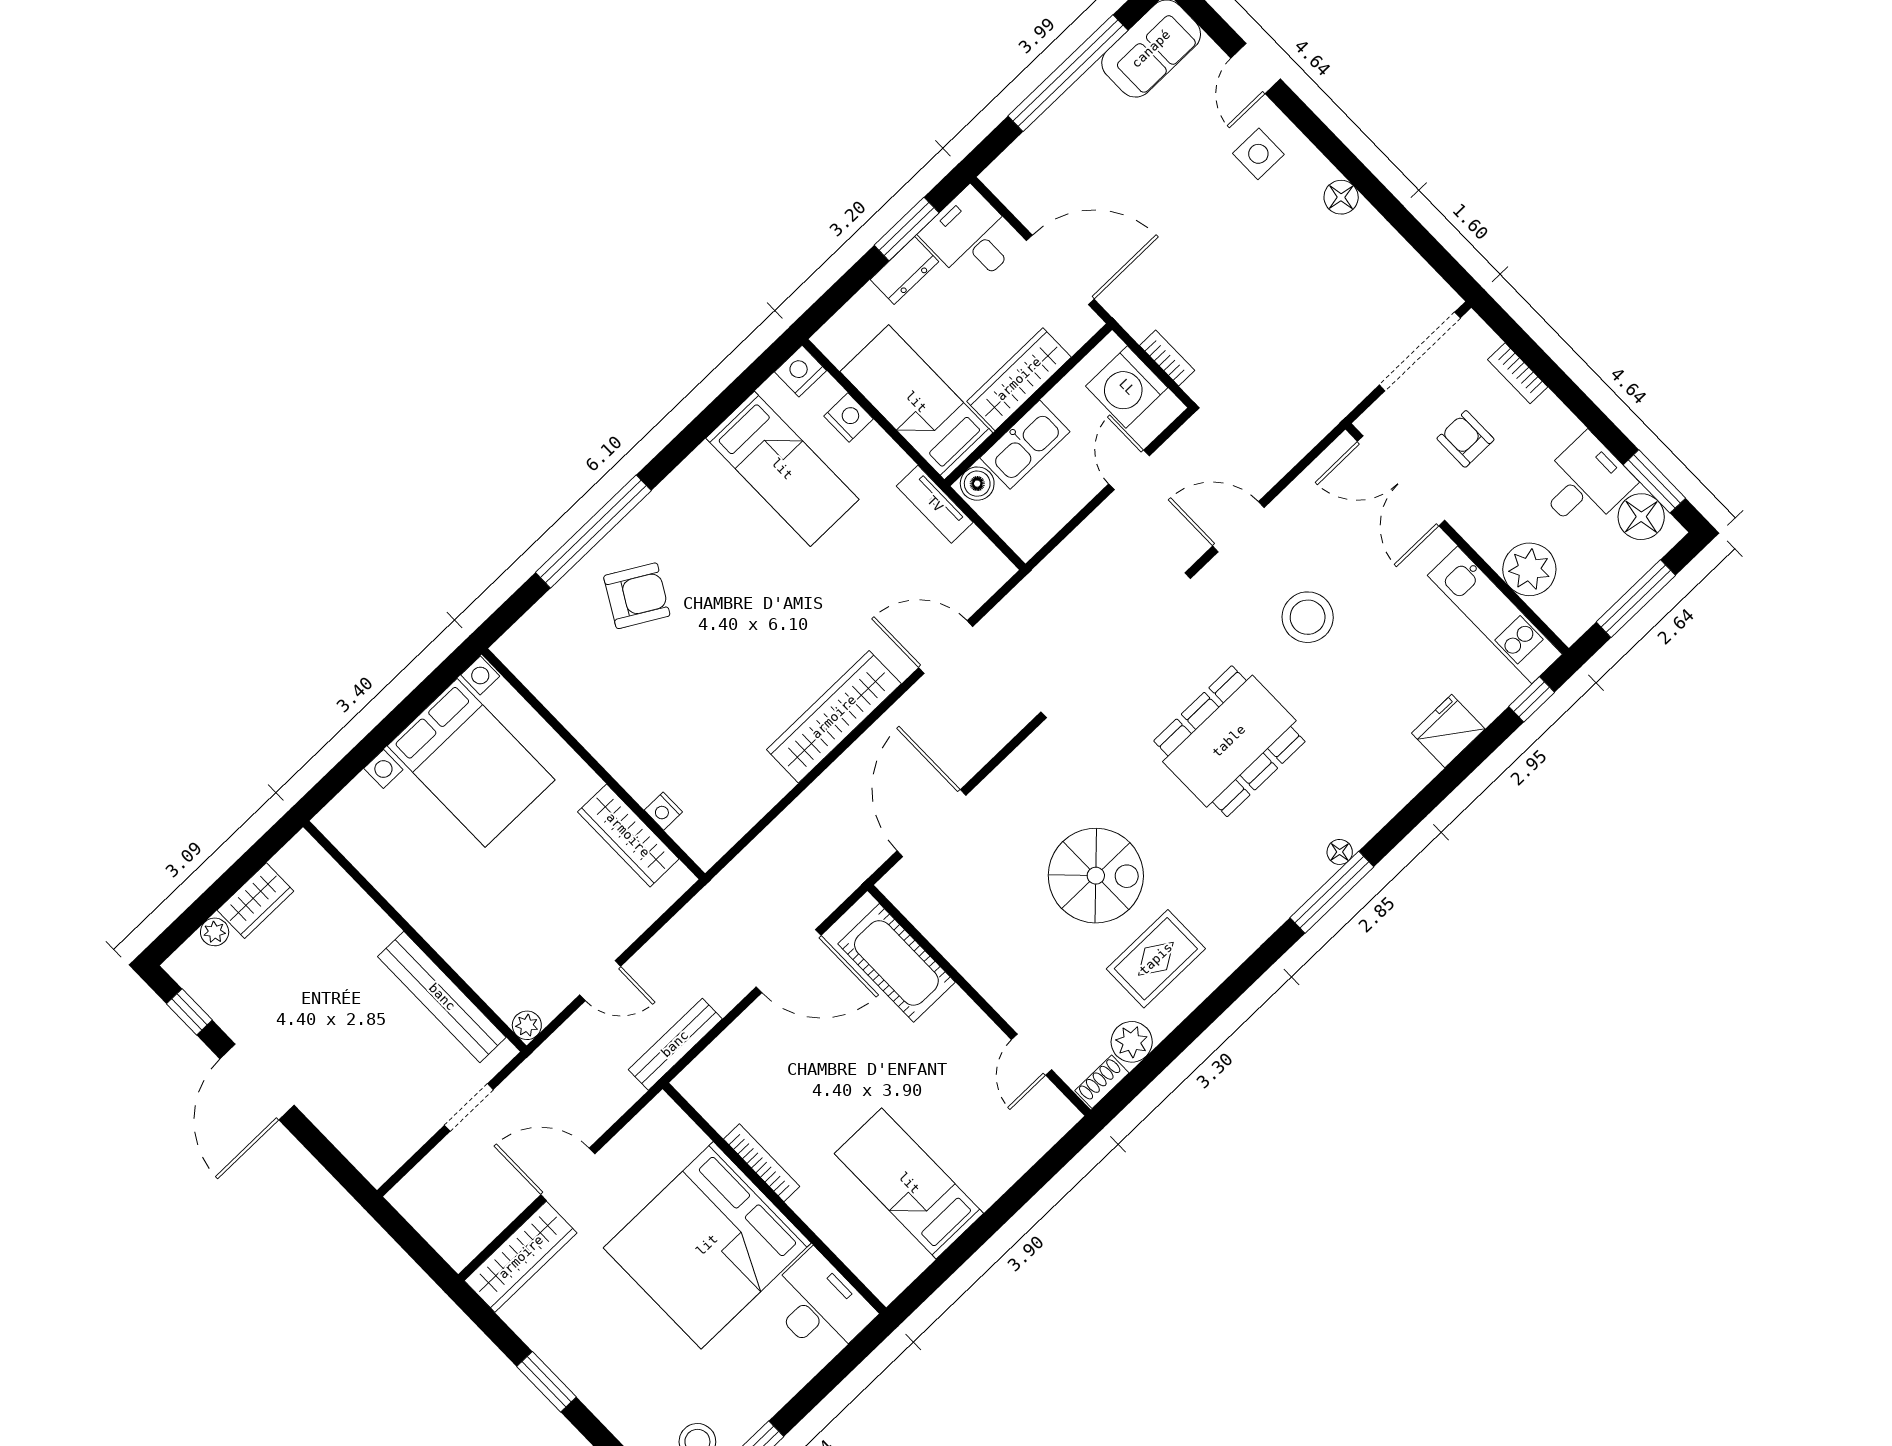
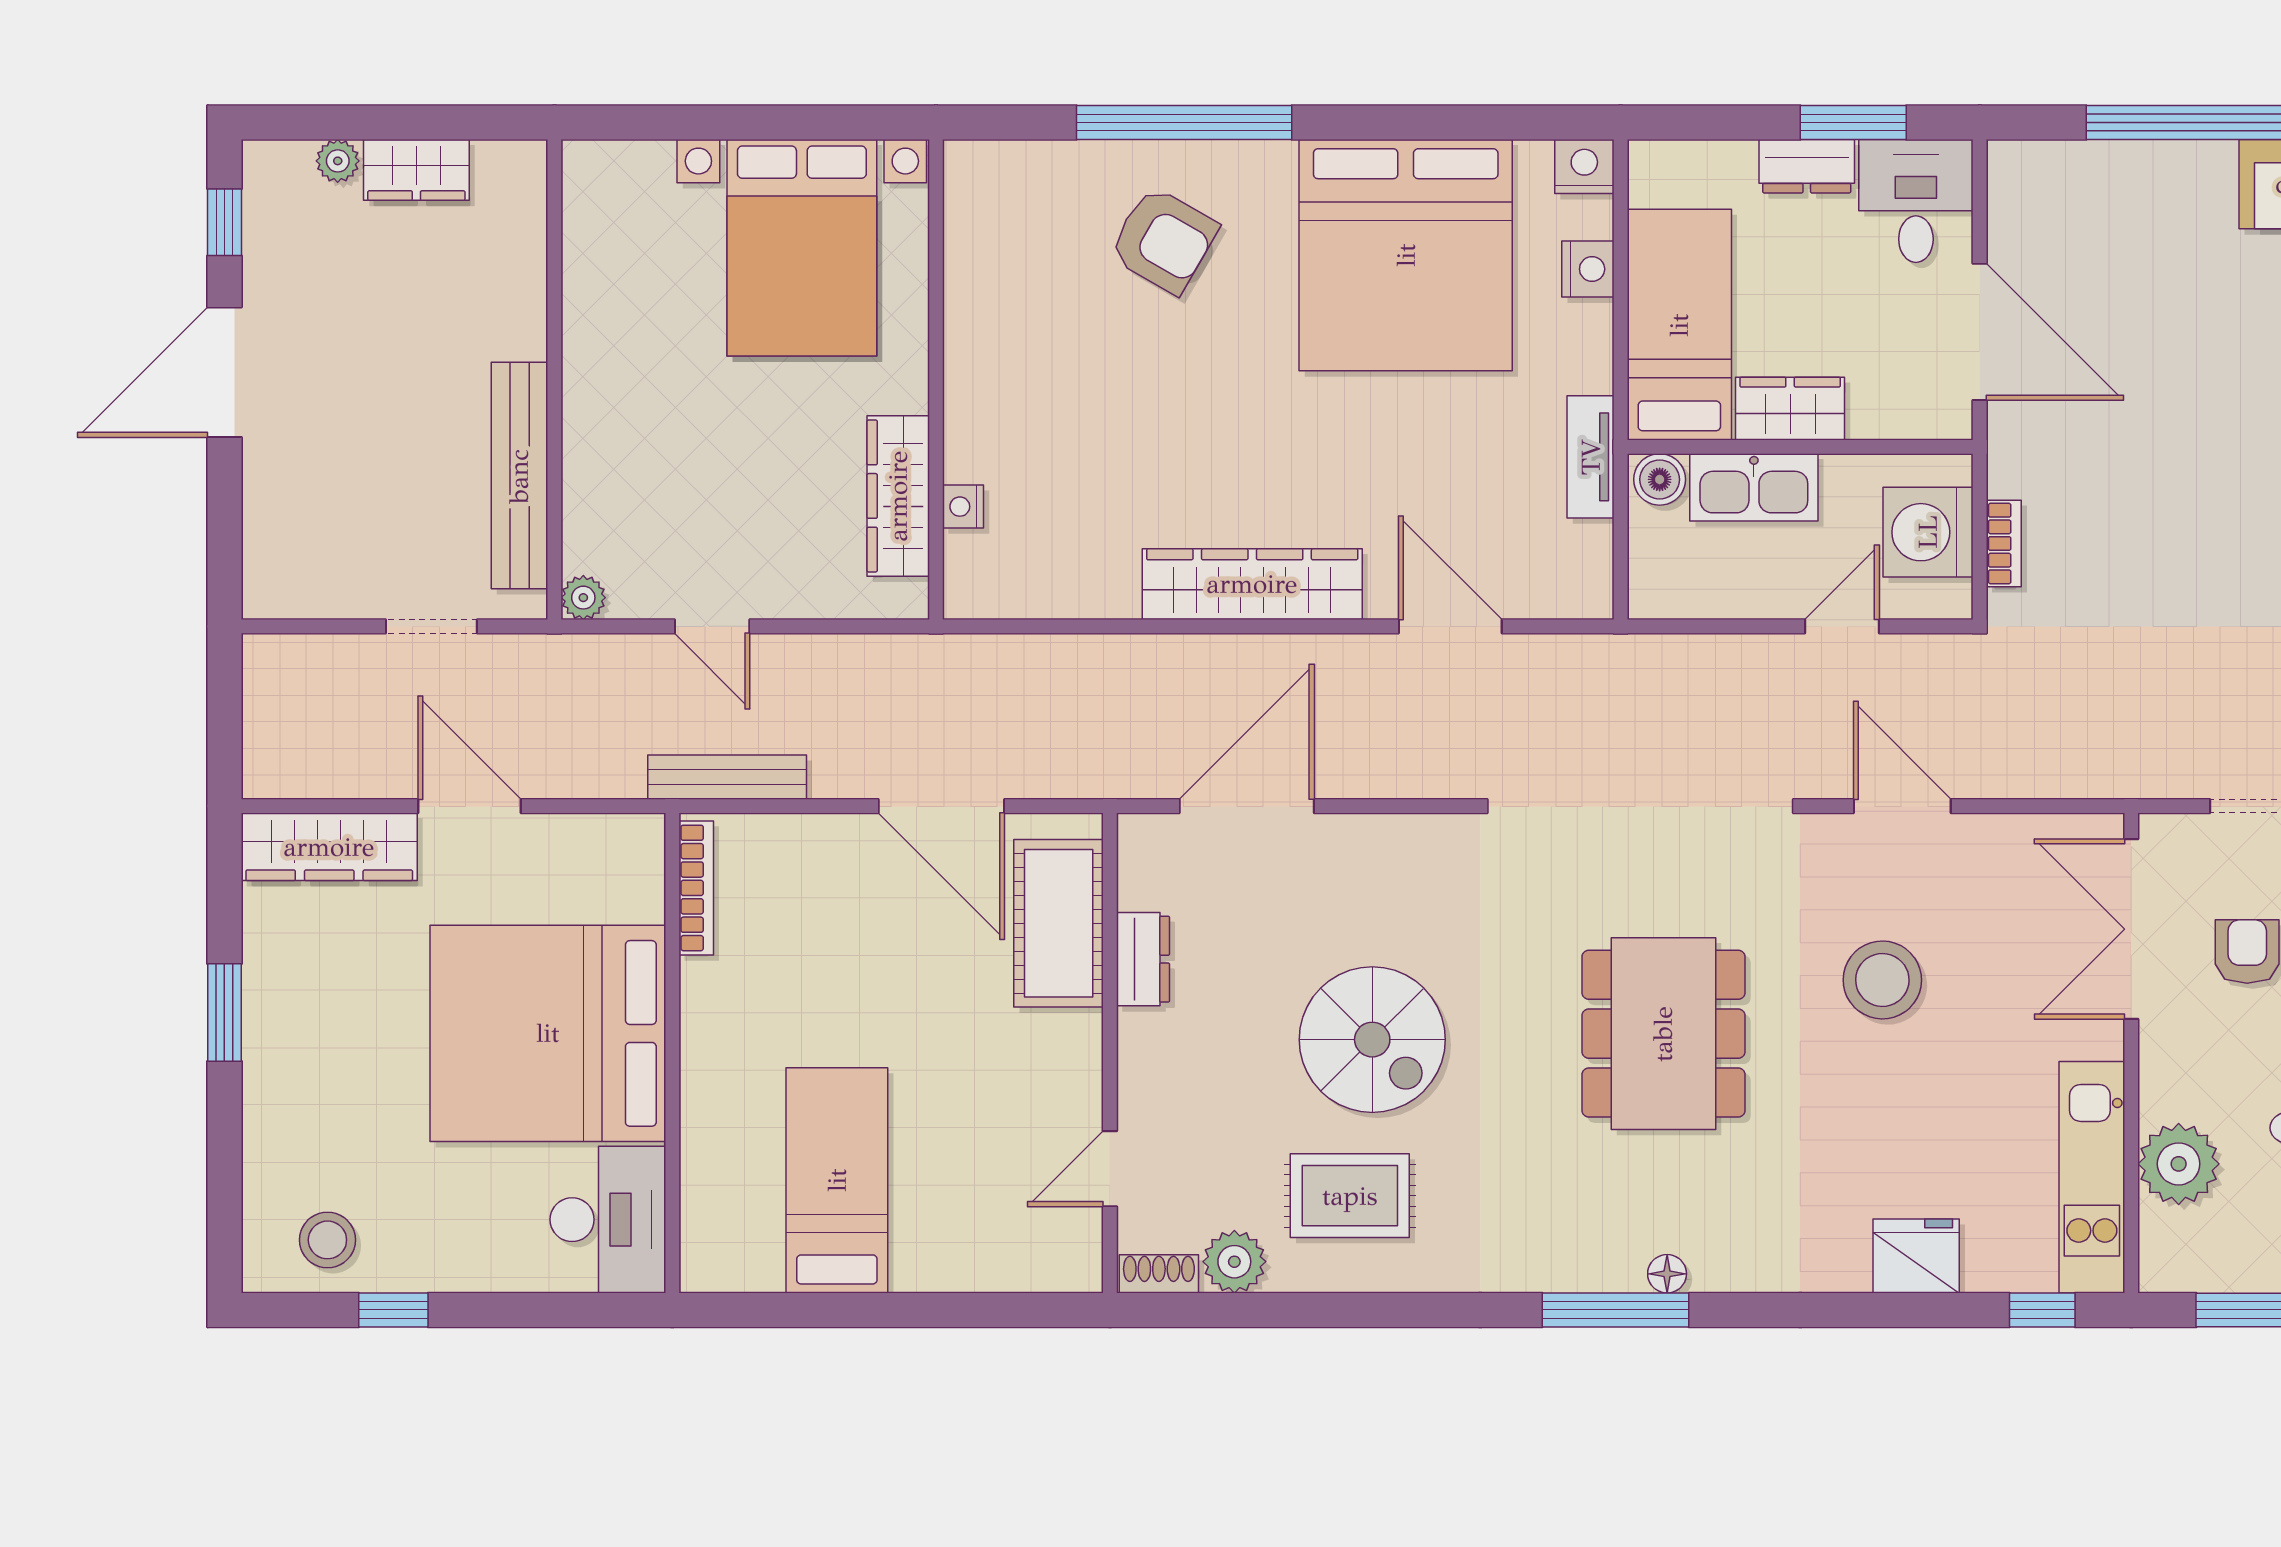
wardrobe: (1019, 379) -> (1790, 409), width x0.67
bed: (782, 469) -> (1406, 255), width x2.04
dining table: (1229, 741) -> (1663, 1034), turned 90
dresser: (952, 942) -> (1143, 959), added
bookcase: (762, 1163) -> (696, 888), moved

